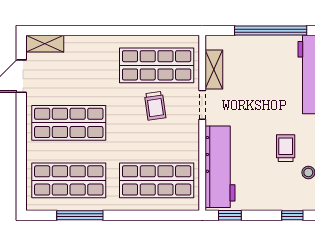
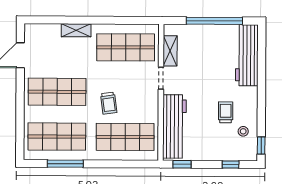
shelving: (45, 44) -> (76, 30), moved
trolley: (155, 106) -> (109, 103), moved

